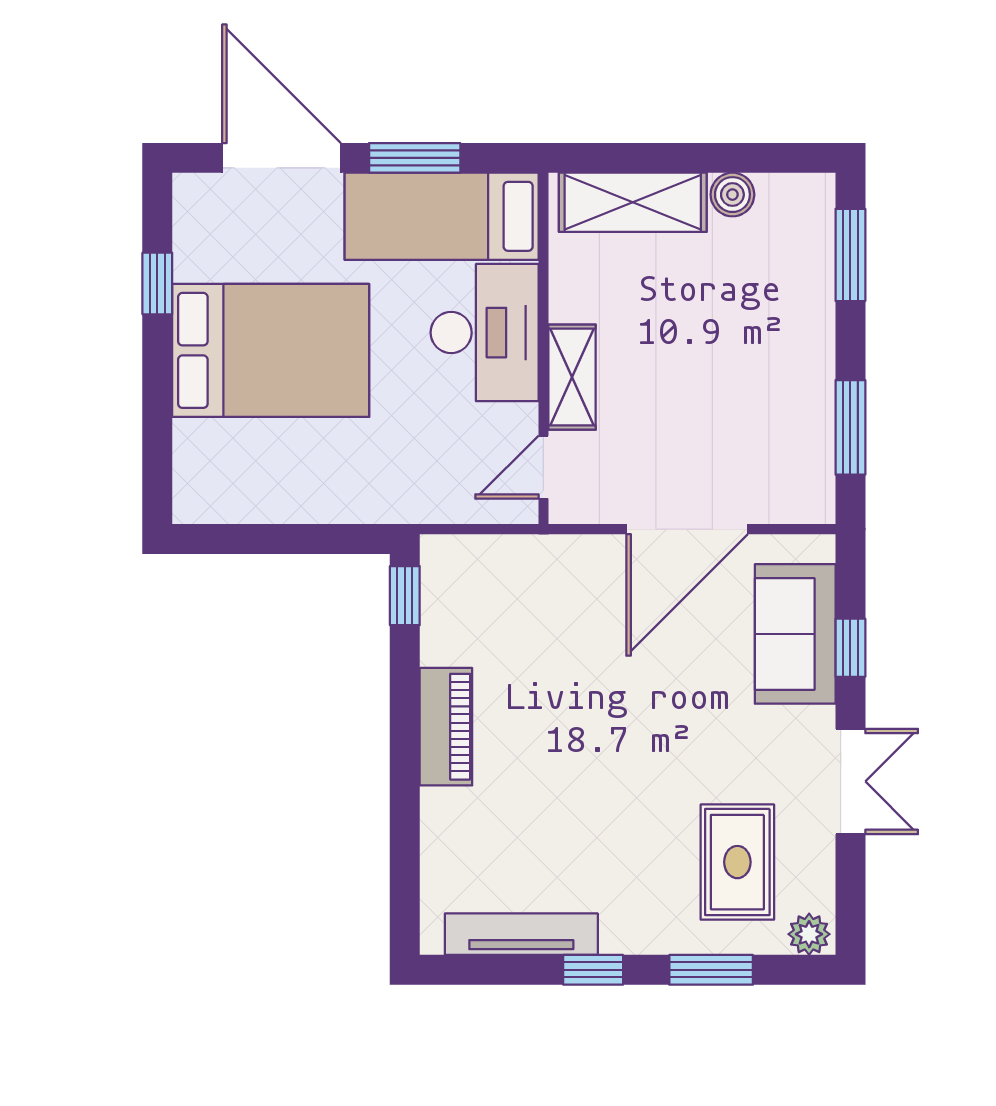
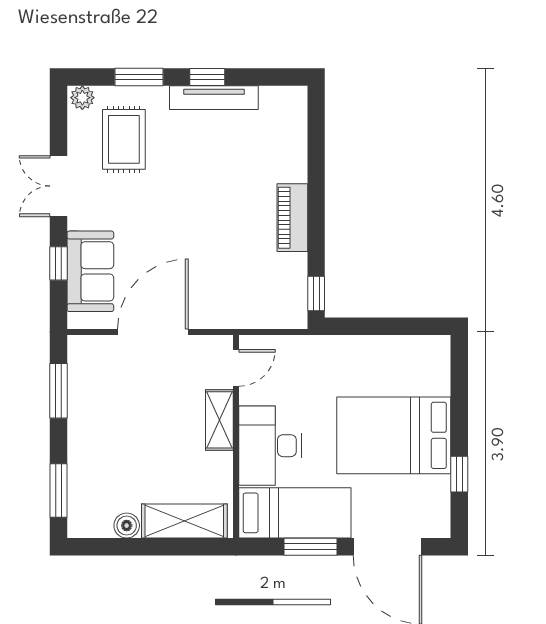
tv unit: (521, 934) -> (214, 98), moved

